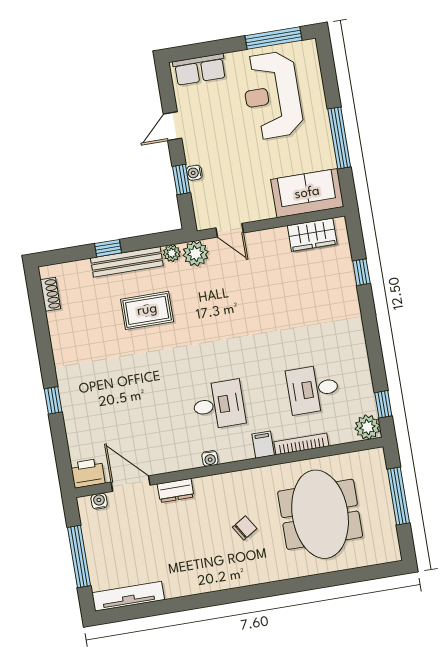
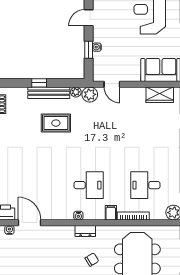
dresser: (176, 490) -> (85, 231), moved

